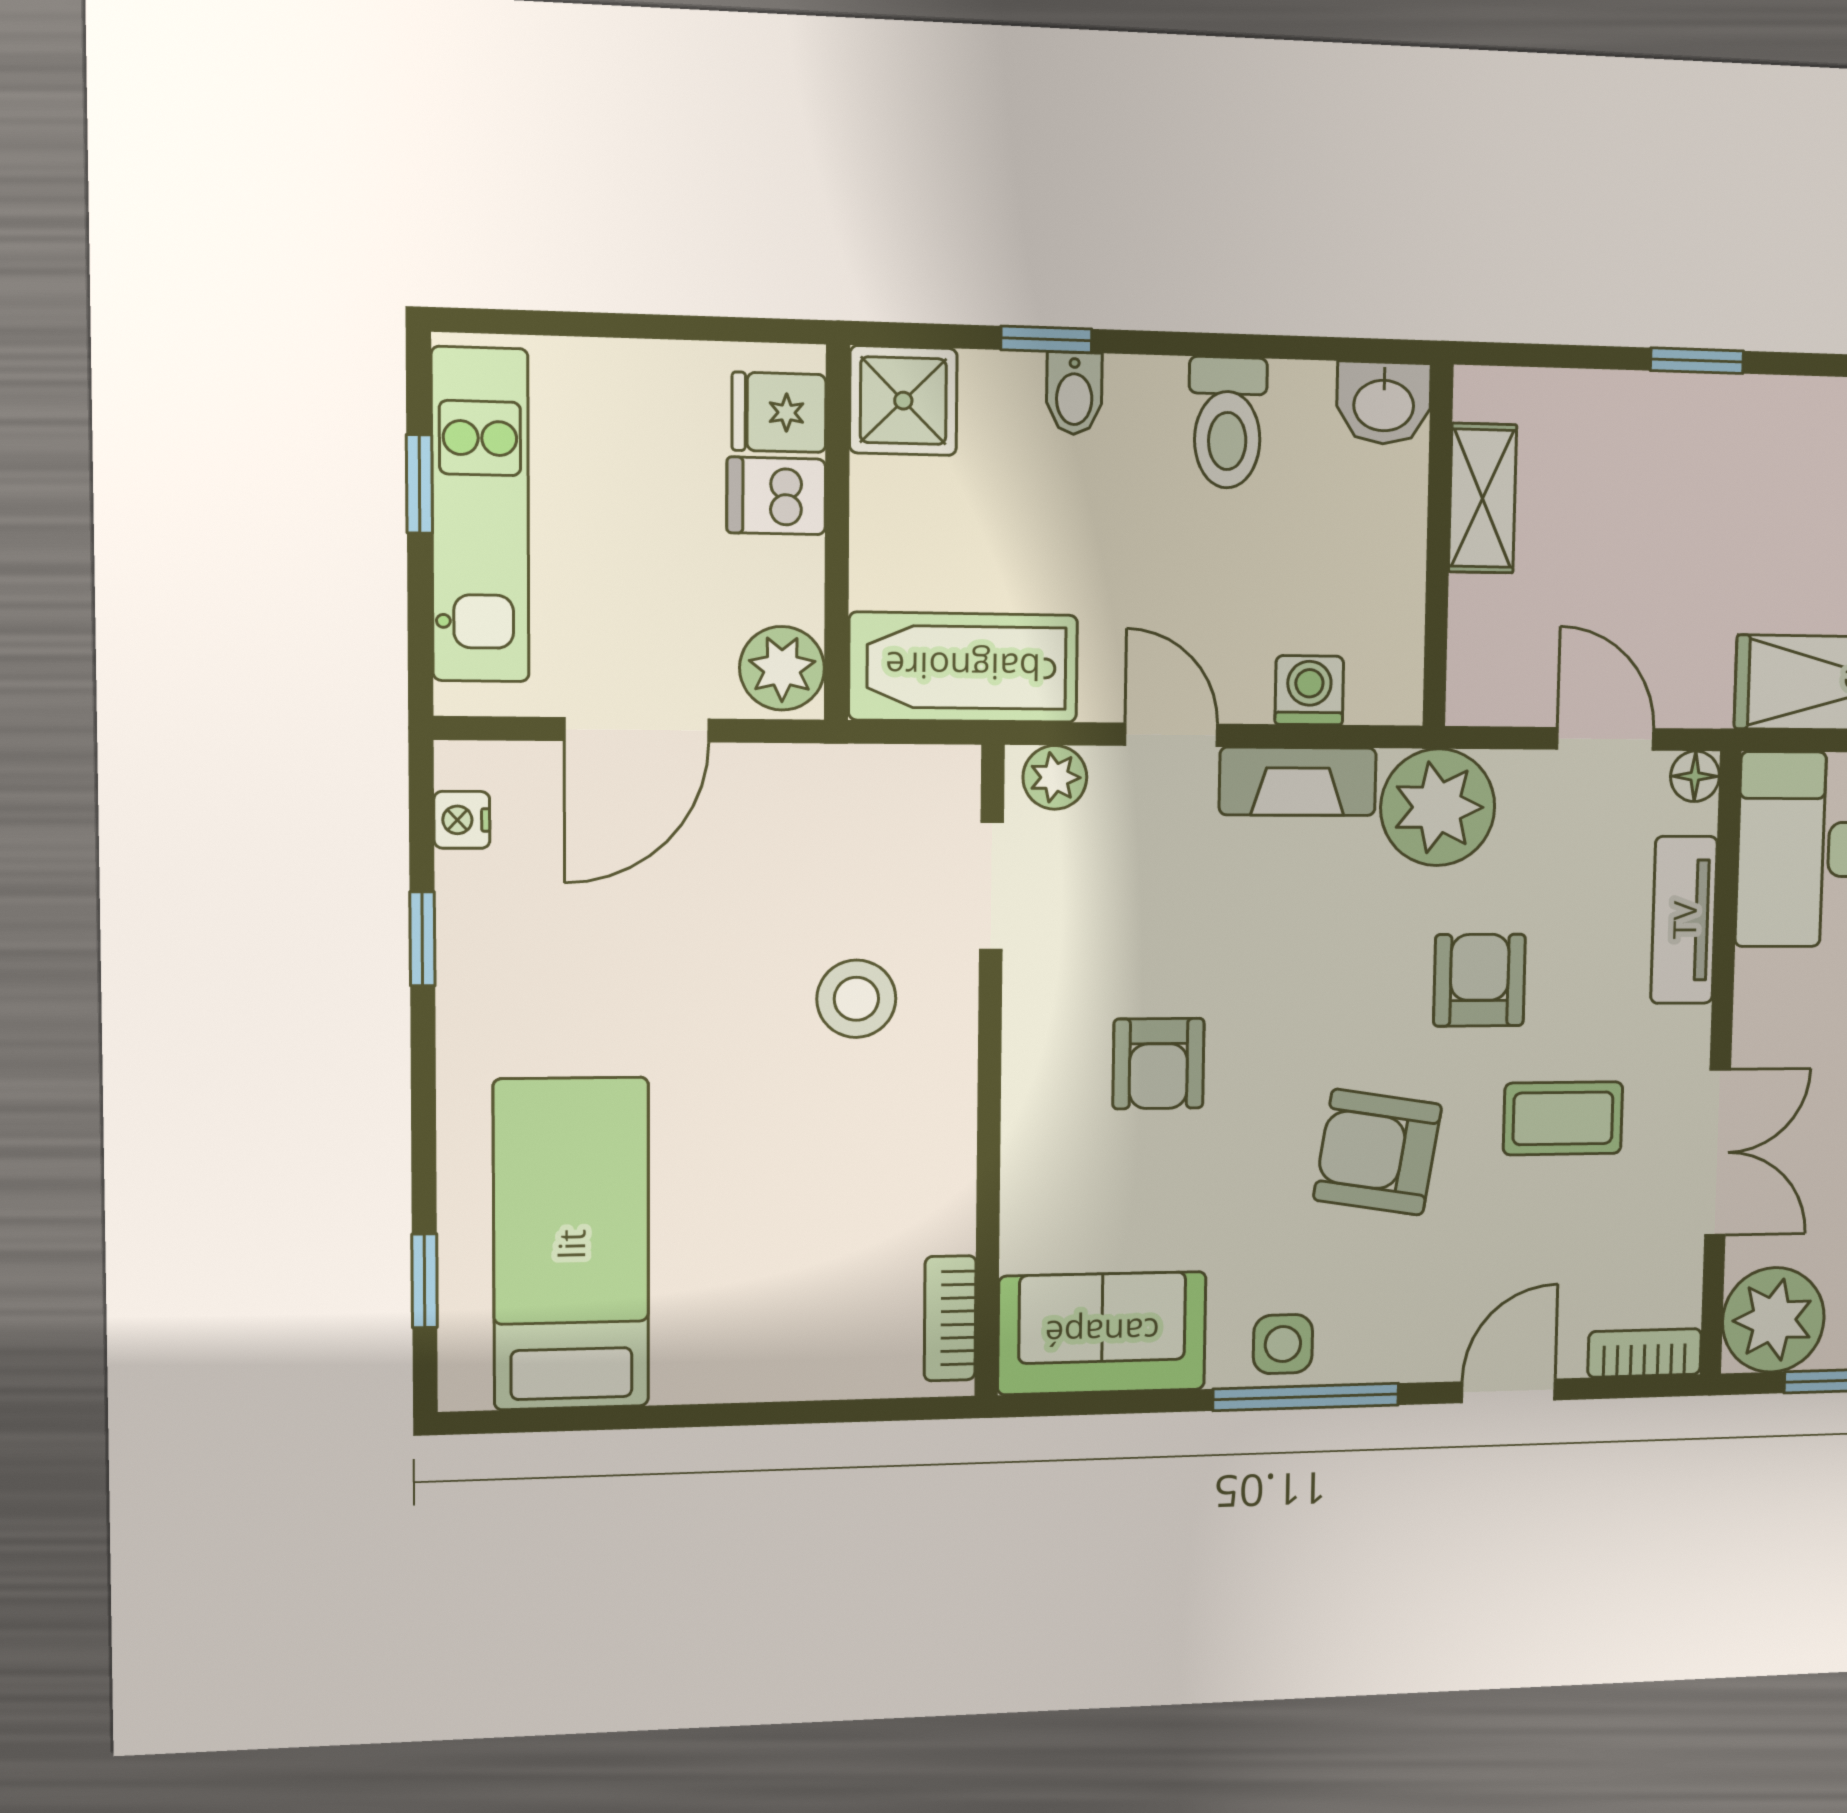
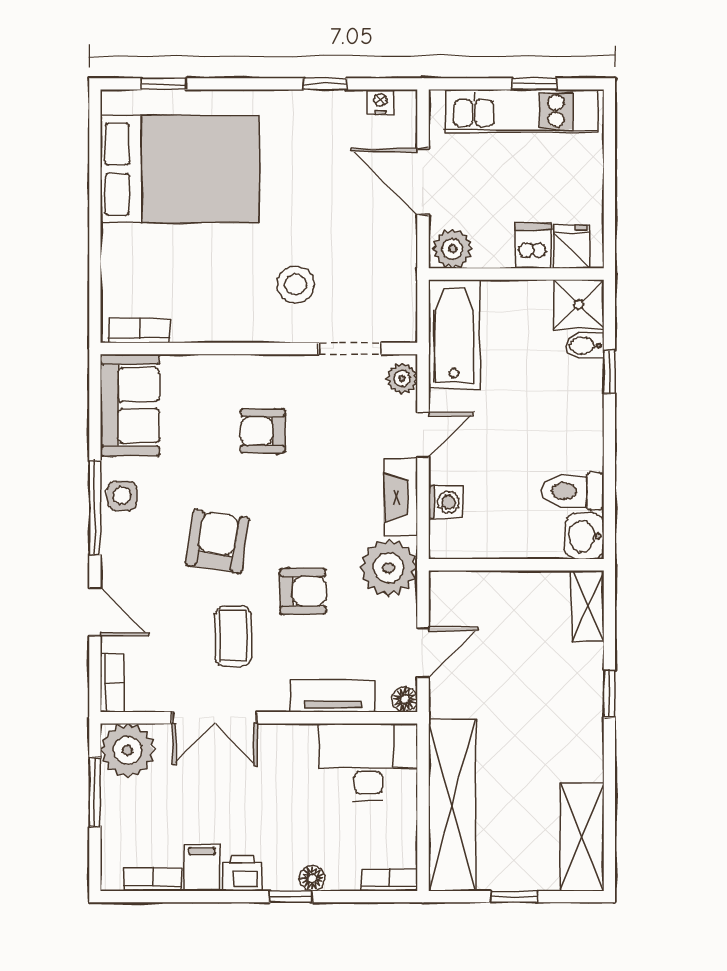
bidet: (1074, 393) -> (584, 346), moved
toilet: (1228, 423) -> (573, 491), moved
shelving: (1483, 498) -> (588, 606), moved, turned 90
bed: (571, 1244) -> (180, 169), width x1.50

